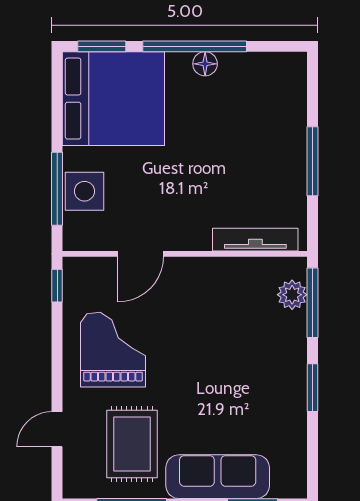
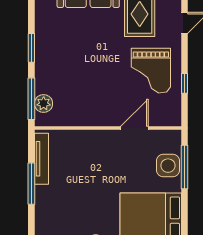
tv unit: (255, 240) -> (41, 159), moved, turned -90
window: (57, 286) -> (184, 83), moved

